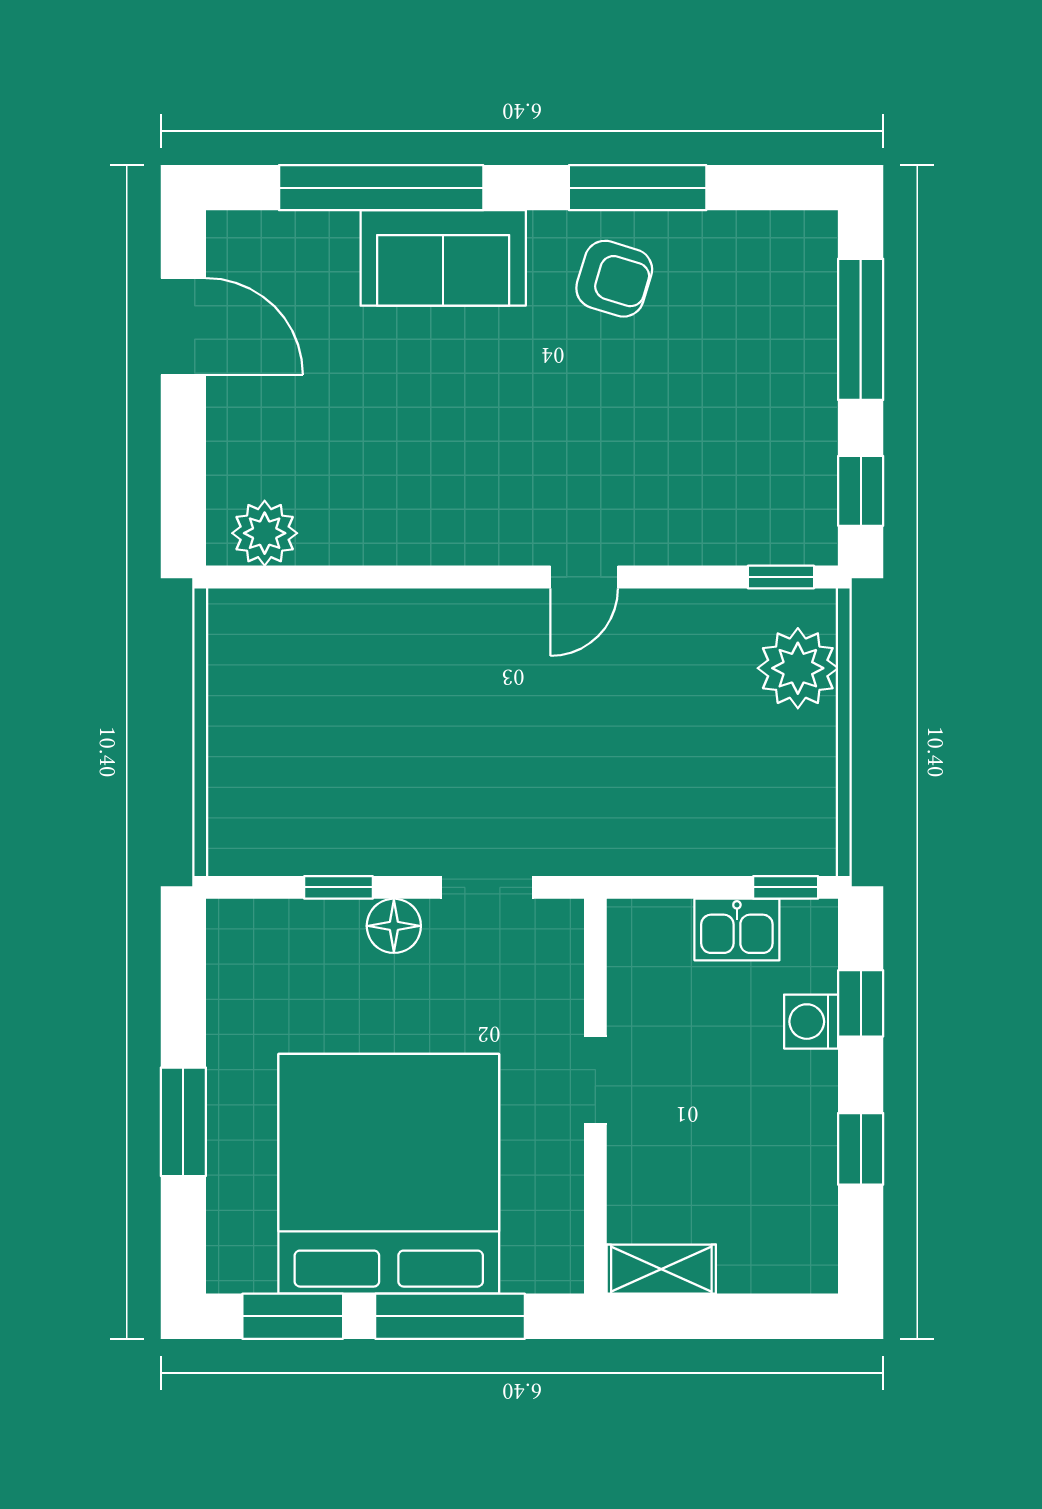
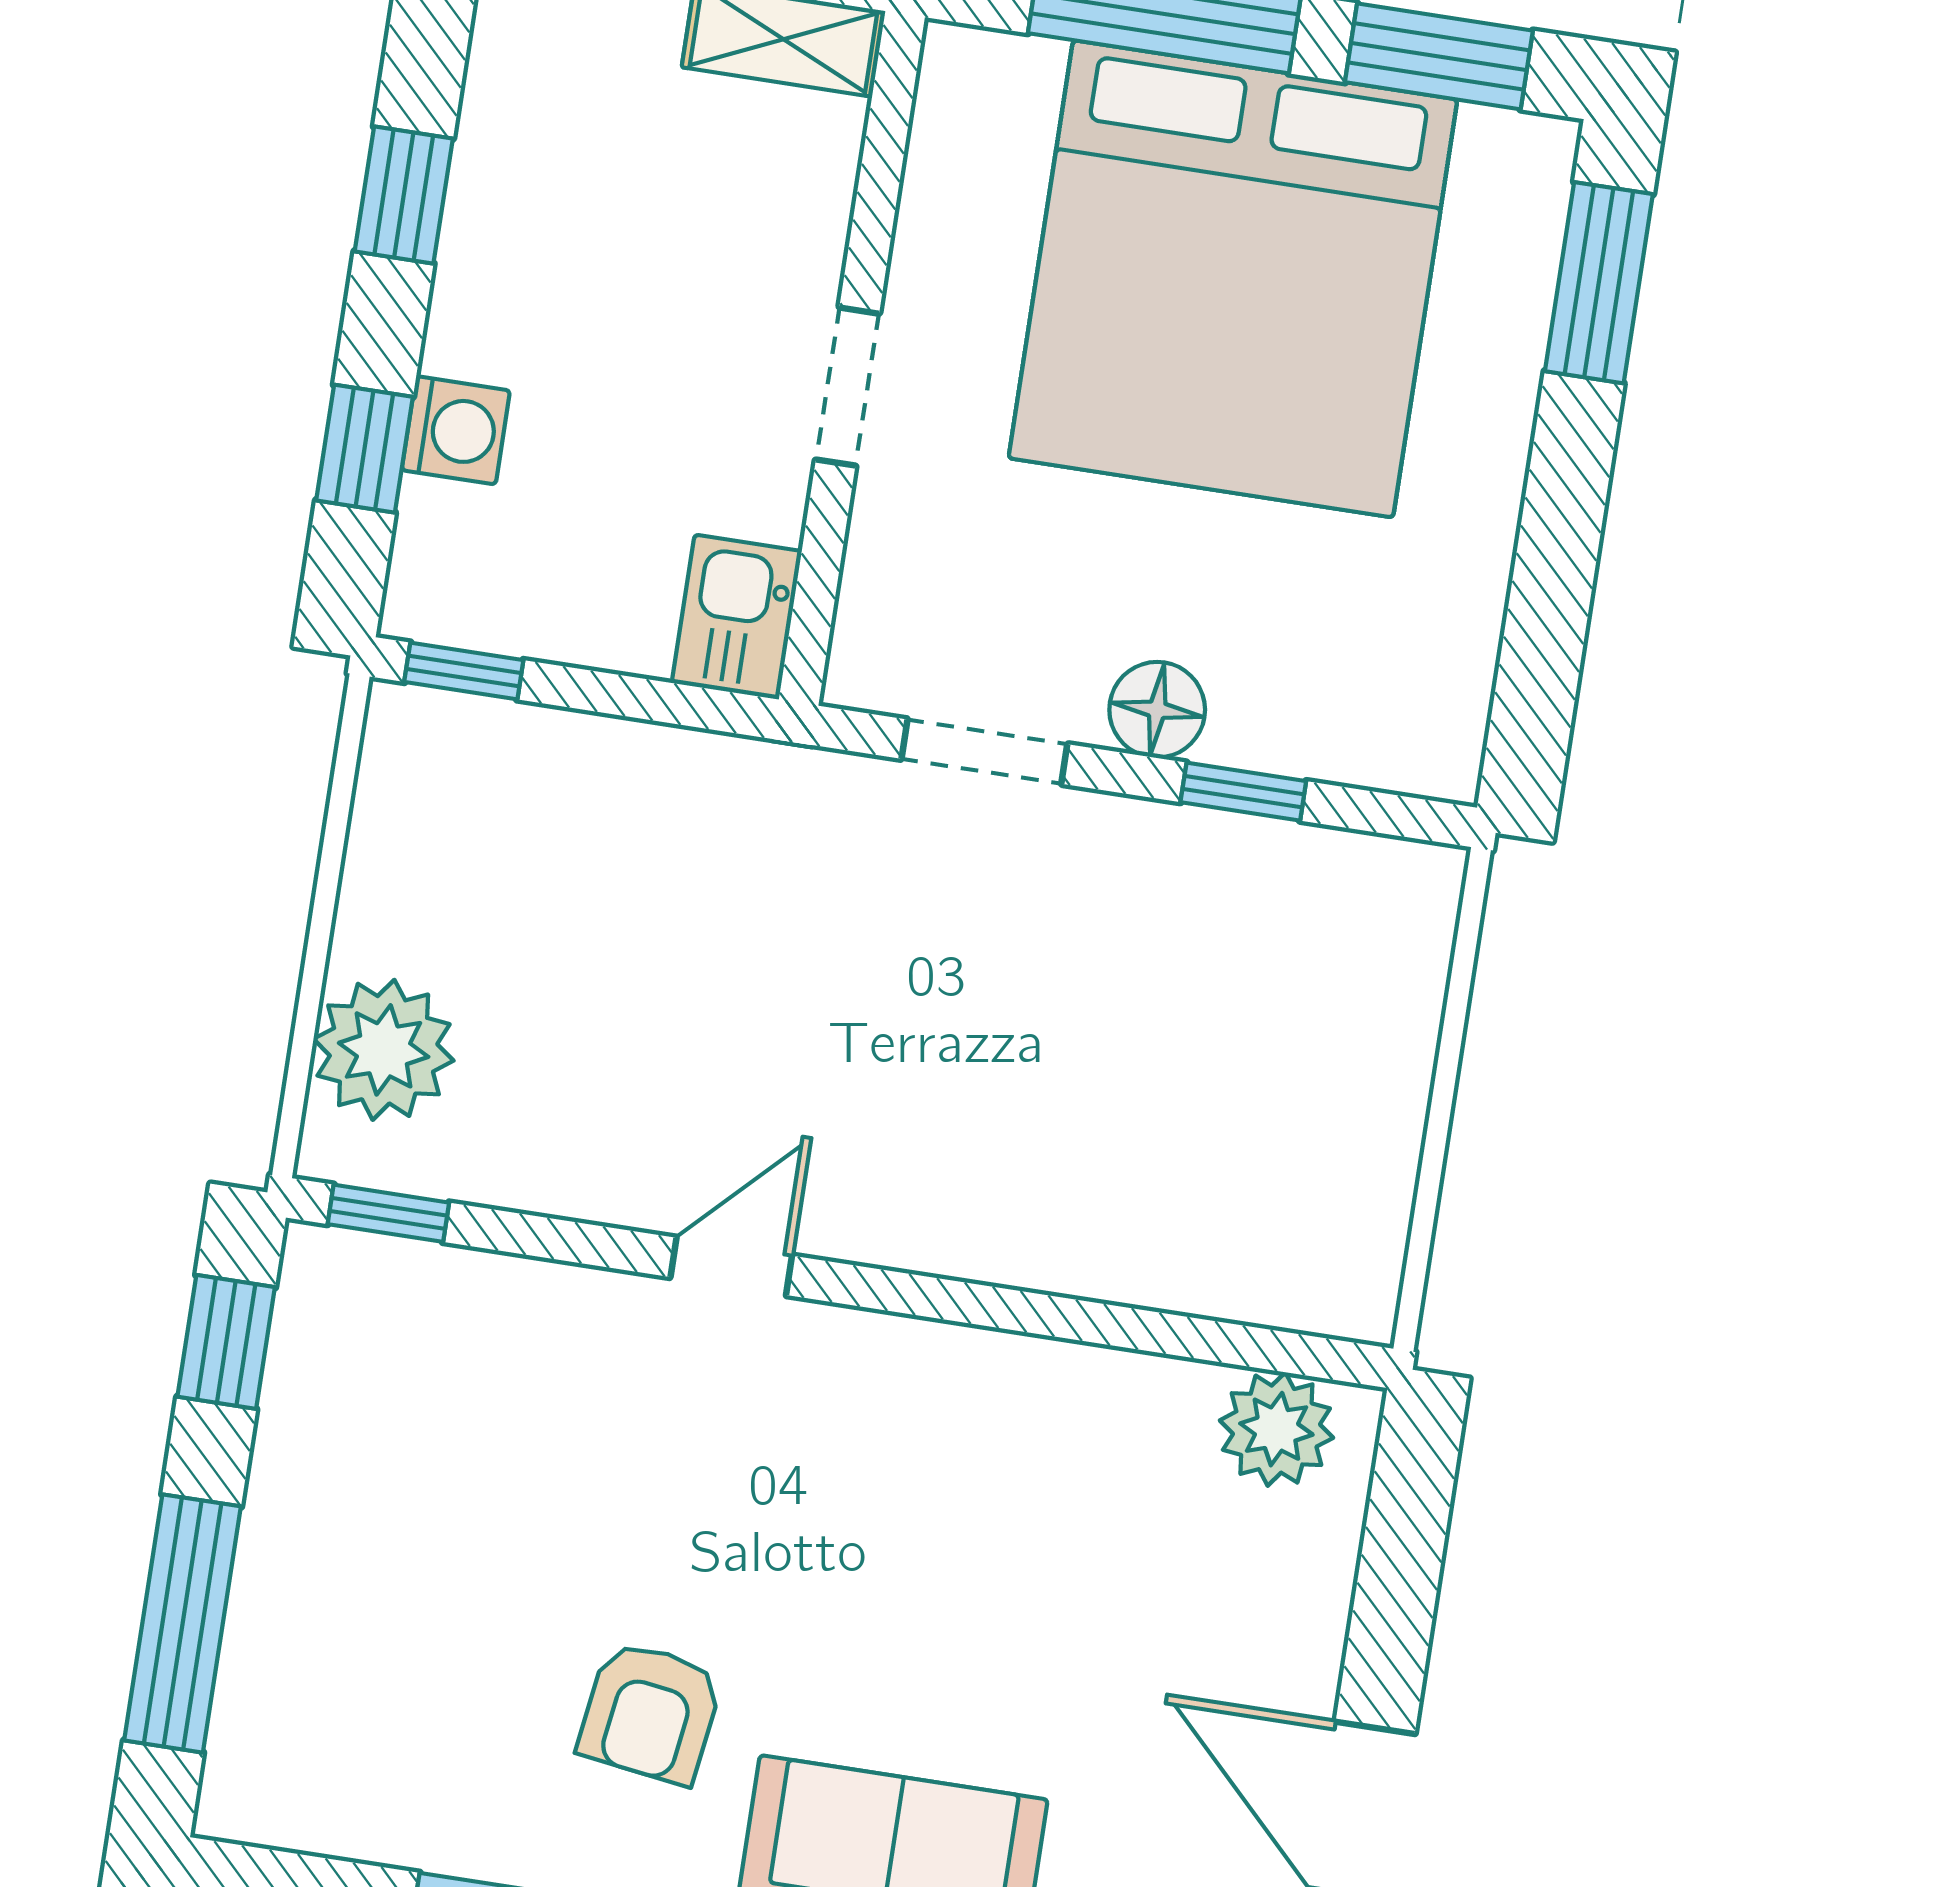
armchair: (614, 279) -> (650, 1712), moved, turned -99
kitchen sink: (737, 929) -> (737, 617), moved, turned -90
window: (183, 1122) -> (1599, 283), moved

